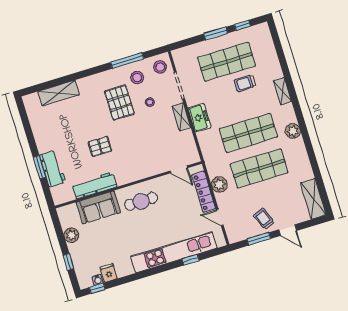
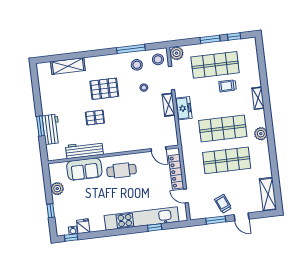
pallet: (119, 103) -> (104, 89), moved, turned 90
plant: (219, 184) -> (176, 53), moved

